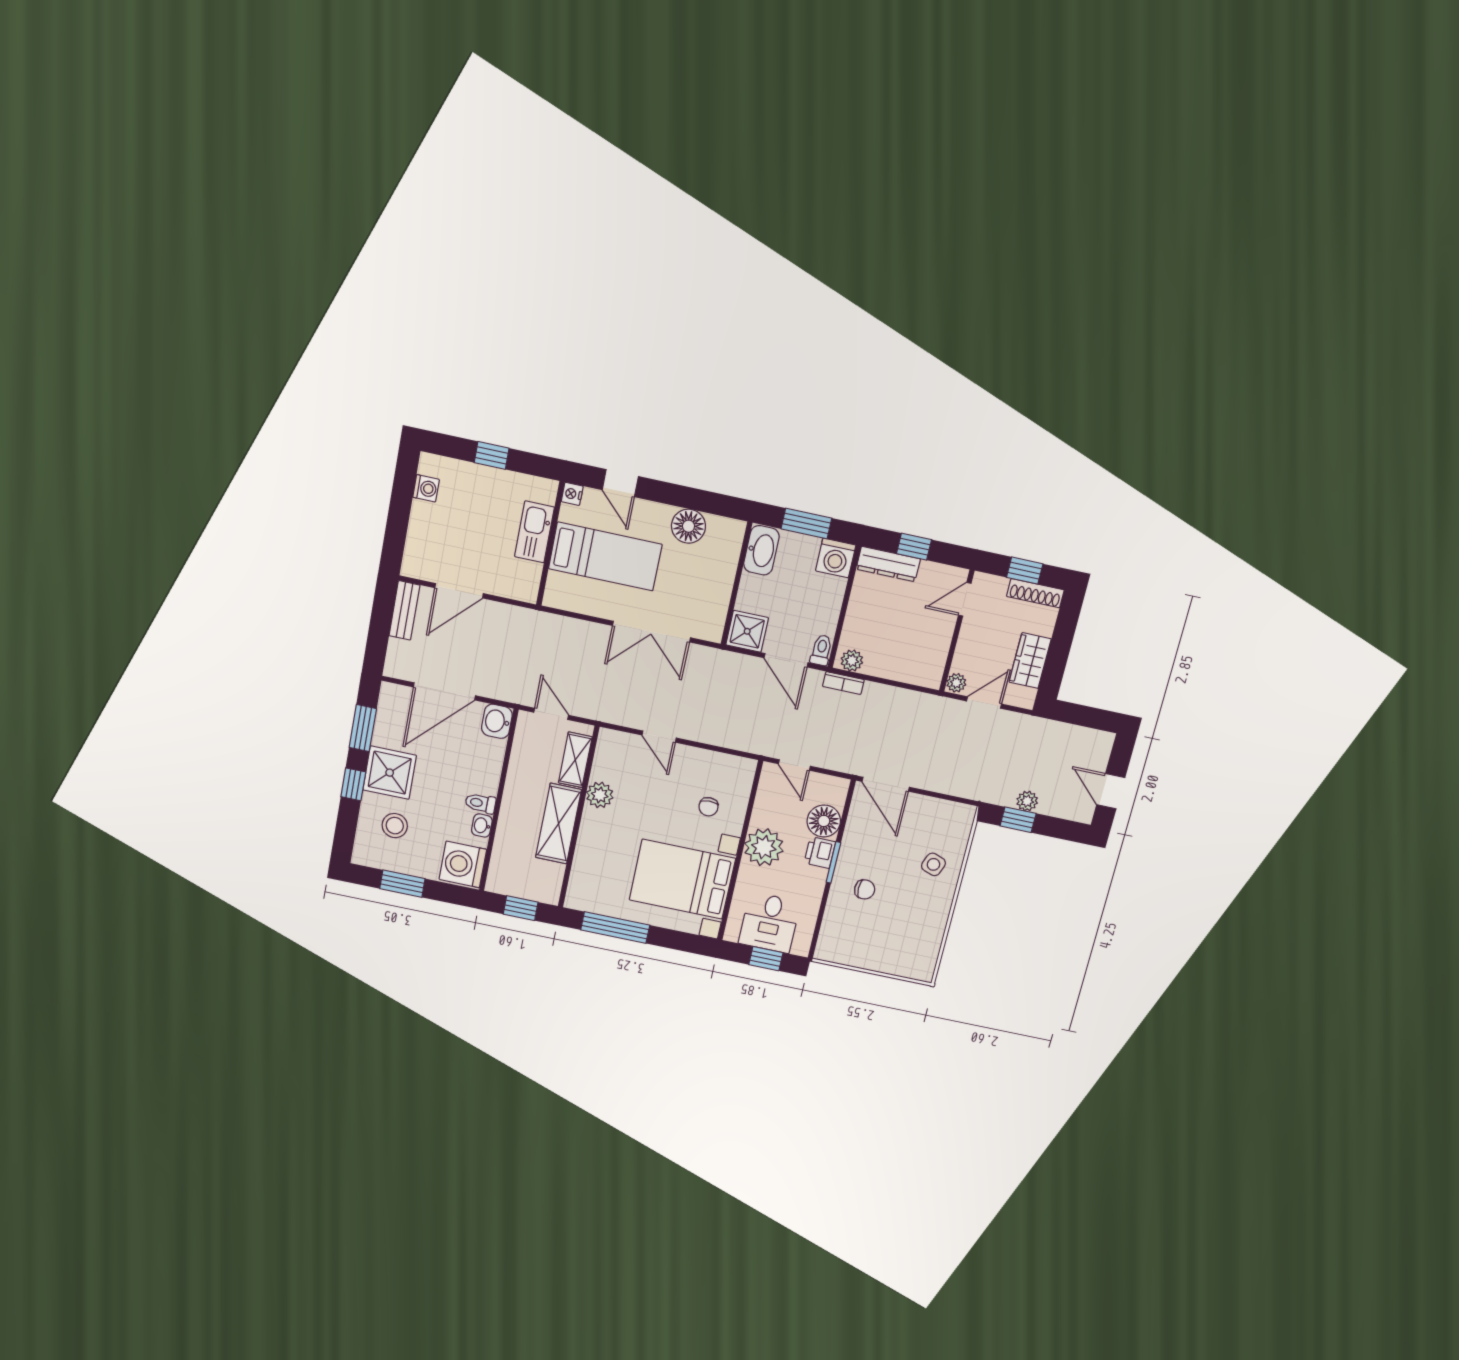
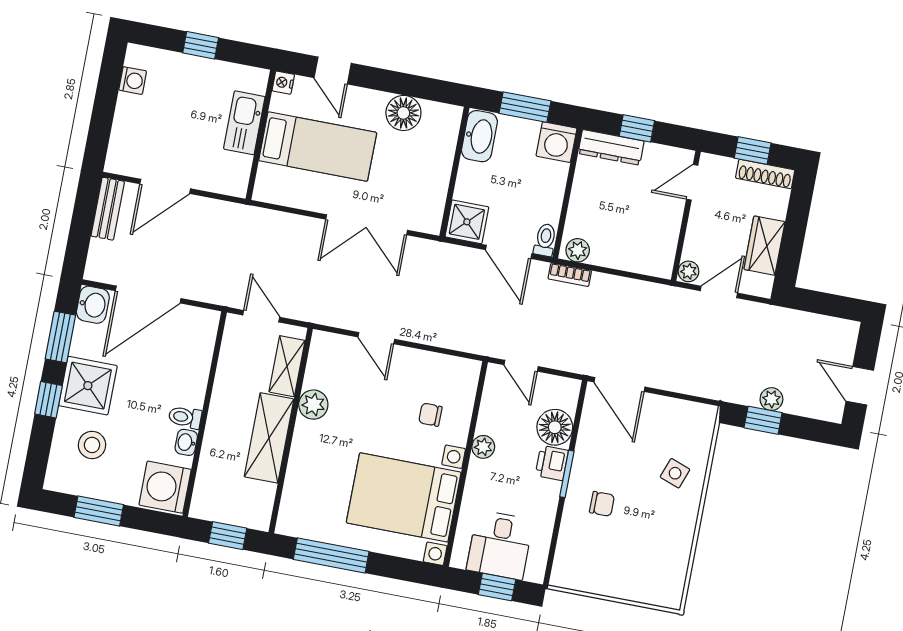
washbasin: (497, 721) -> (93, 305), moved, turned 180
chair: (708, 807) -> (430, 415), turned 91
plant: (764, 847) -> (483, 447), width x0.53, depth x0.53

